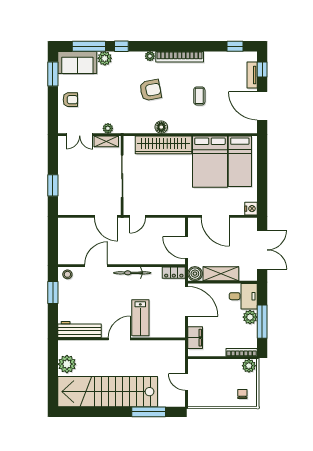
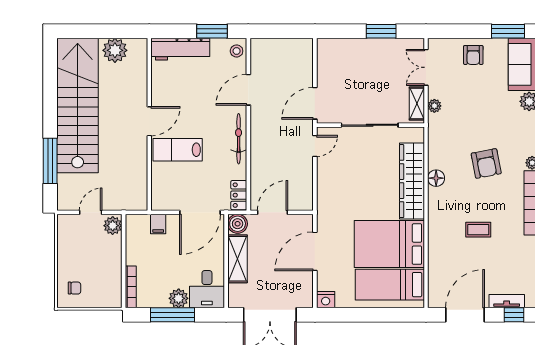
window: (53, 185) -> (381, 31), moved
door: (138, 216) -> (315, 146), swing flipped
door: (96, 266) -> (248, 90), swing flipped
workbench: (80, 329) -> (180, 49), moved, turned 90
filing cabinet: (195, 338) -> (158, 224), width x0.50
door: (119, 339) -> (149, 121), hinge flipped
plant: (249, 366) -> (113, 226), moved

